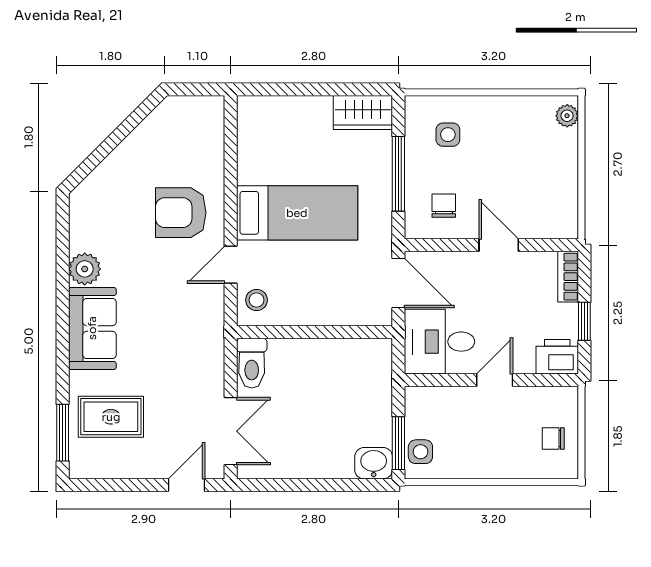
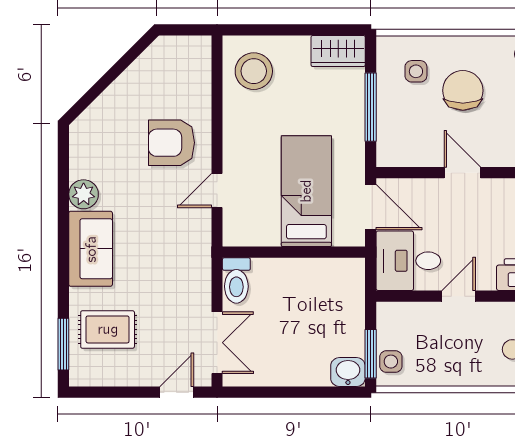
chair: (444, 206) -> (463, 90), moved, width x1.87, depth x1.87
bed: (297, 213) -> (306, 191), moved, turned -90
stool: (257, 300) -> (254, 71), moved, width x1.89, depth x1.89

